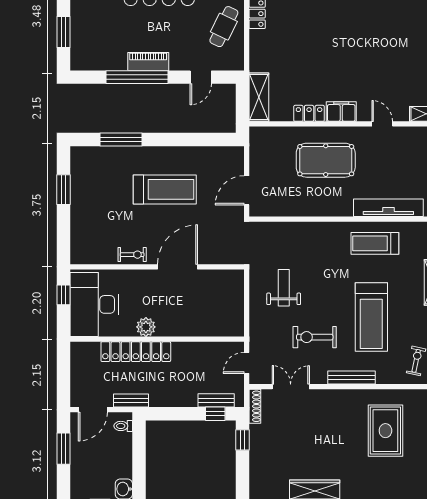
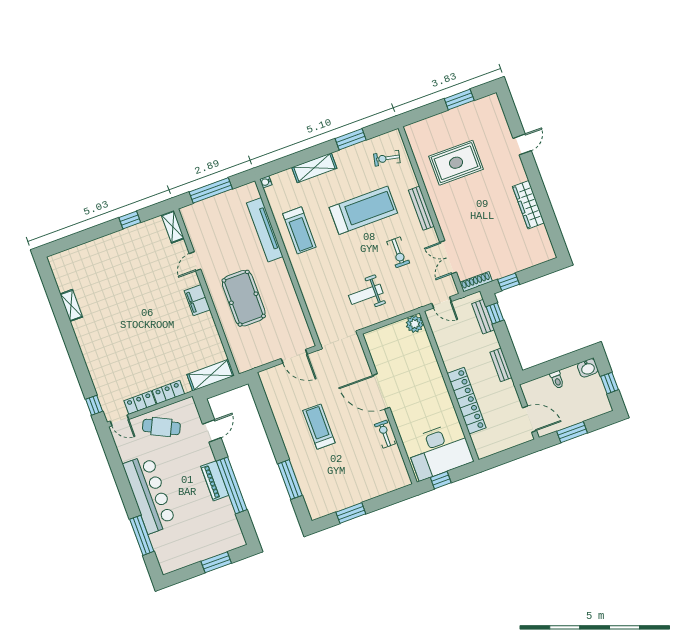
door: (201, 77) -> (212, 431), hinge flipped
locker: (309, 113) -> (168, 392), moved, turned 90
treadmill: (165, 189) -> (319, 427), width x0.73, depth x0.73
plant: (146, 327) -> (415, 324), moved
exercise bike: (315, 337) -> (398, 252), width x0.73, depth x0.72
bench: (131, 401) -> (501, 365), moved
toilet: (123, 426) -> (557, 380), moved

